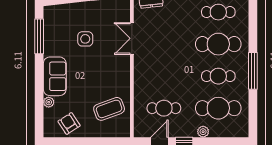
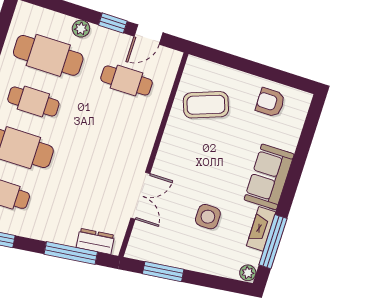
fireplace: (49, 42) -> (261, 229), added
plant: (49, 102) -> (248, 273), moved
armchair: (69, 123) -> (270, 102), turned 123

